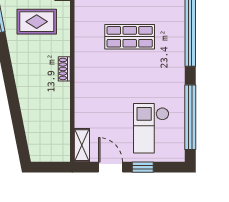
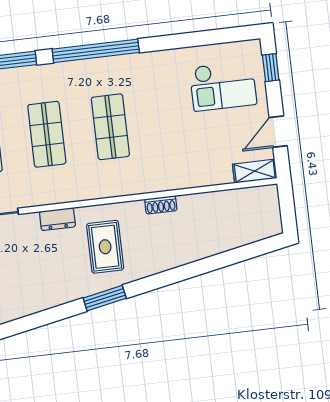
window: (190, 117) -> (203, 38), removed
window: (143, 167) -> (271, 68), moved

